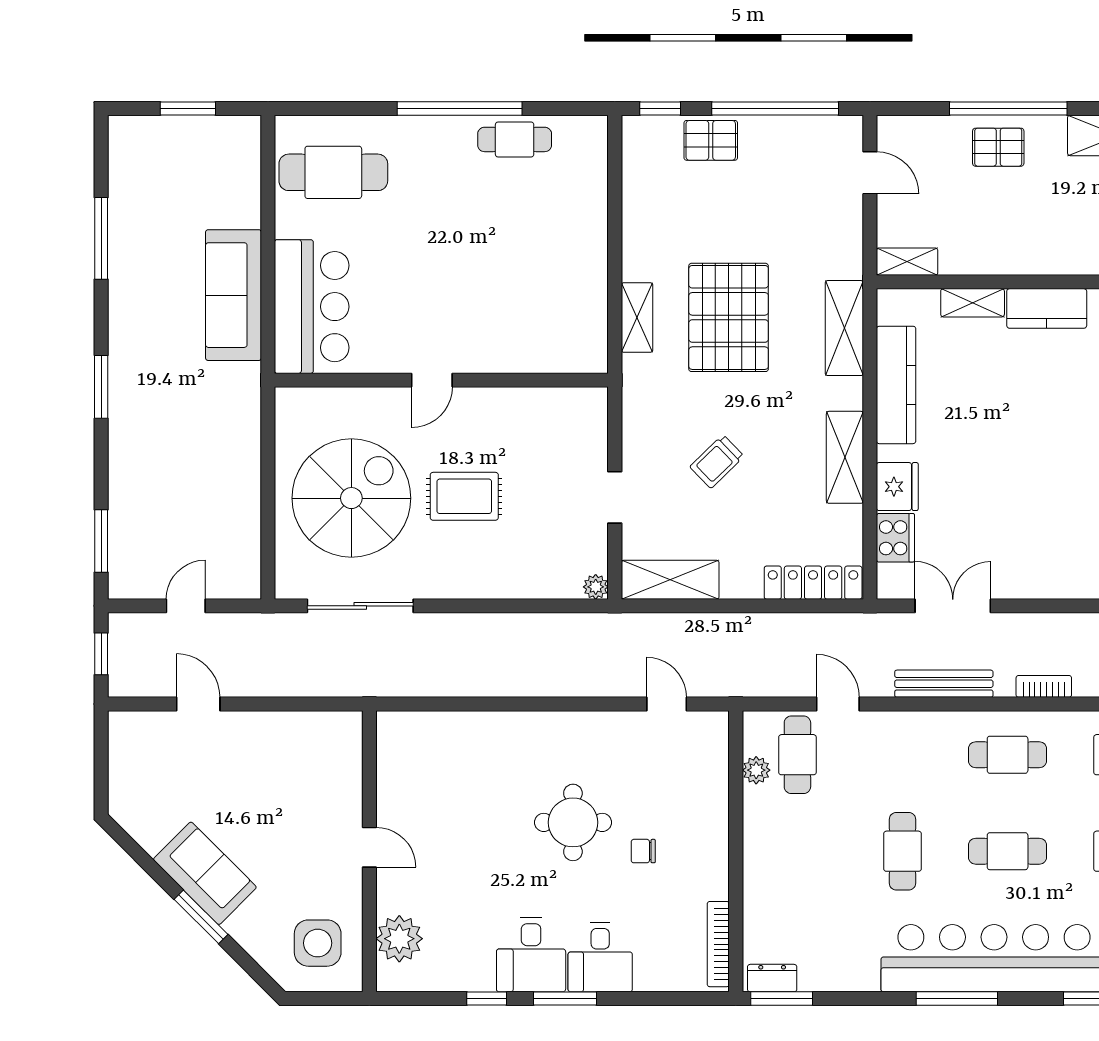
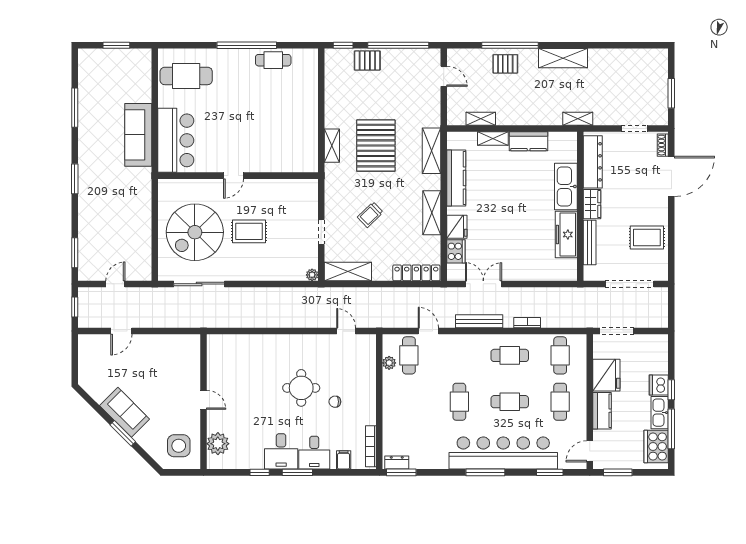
shelving: (907, 262) -> (481, 119), moved
spiral stairs: (351, 498) -> (195, 232), turned 180
door: (198, 704) -> (121, 331), swing flipped
filing cabinet: (661, 972) -> (344, 460), added

